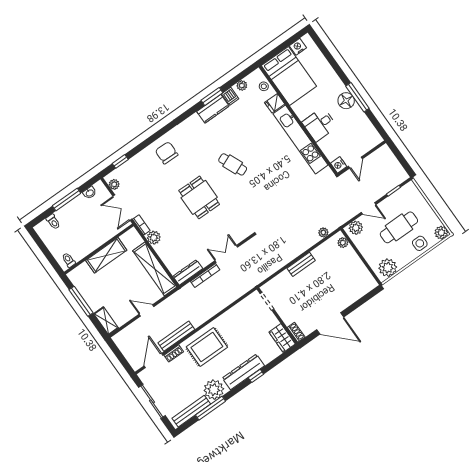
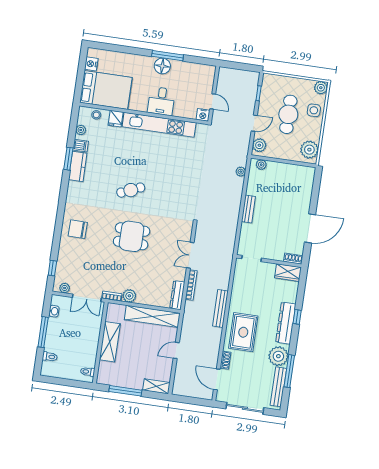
bench: (176, 336) -> (220, 309), moved

